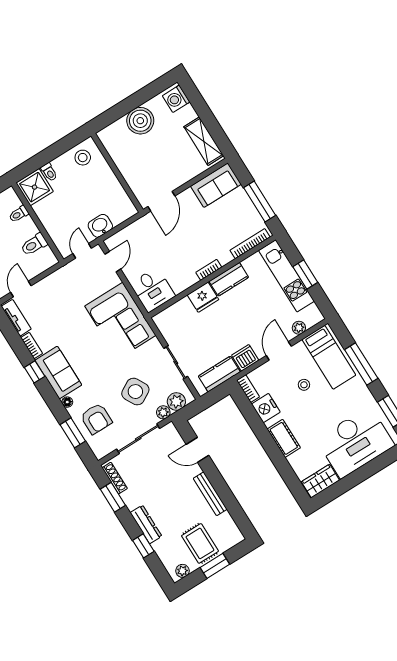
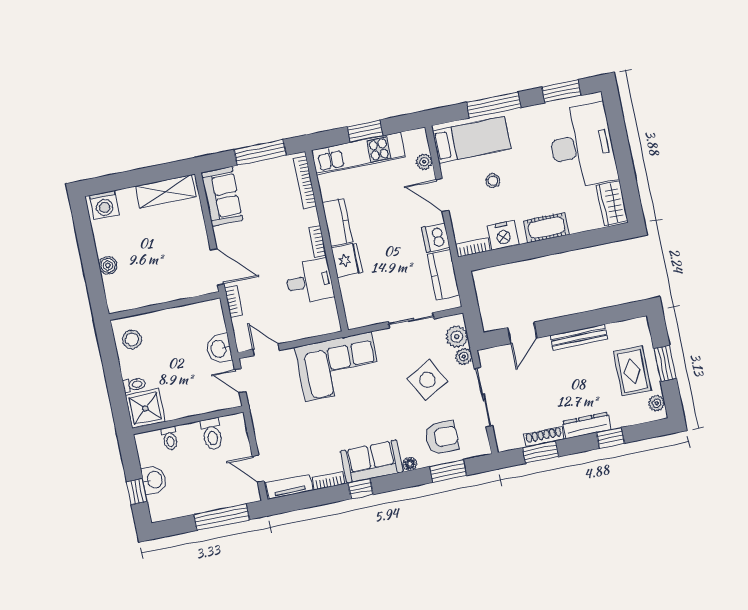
boiler: (140, 121) -> (108, 265), width x0.54, depth x0.54
bookcase: (140, 223) -> (233, 301), added
desk: (153, 290) -> (309, 281), moved
shoe rack: (115, 478) -> (544, 437), moved
rug: (200, 543) -> (632, 371), turned 90

